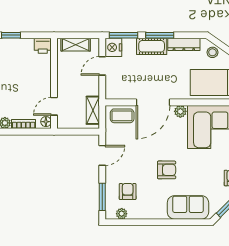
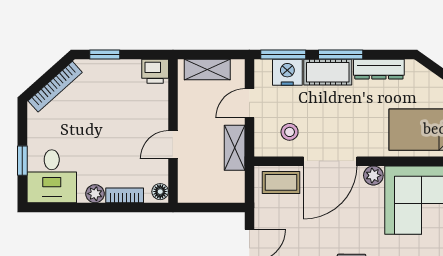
nightstand: (113, 47) -> (287, 72), moved, turned 90
stool: (212, 52) -> (290, 132), moved
door: (54, 106) -> (173, 145), moved
shelving: (93, 110) -> (235, 148), moved

